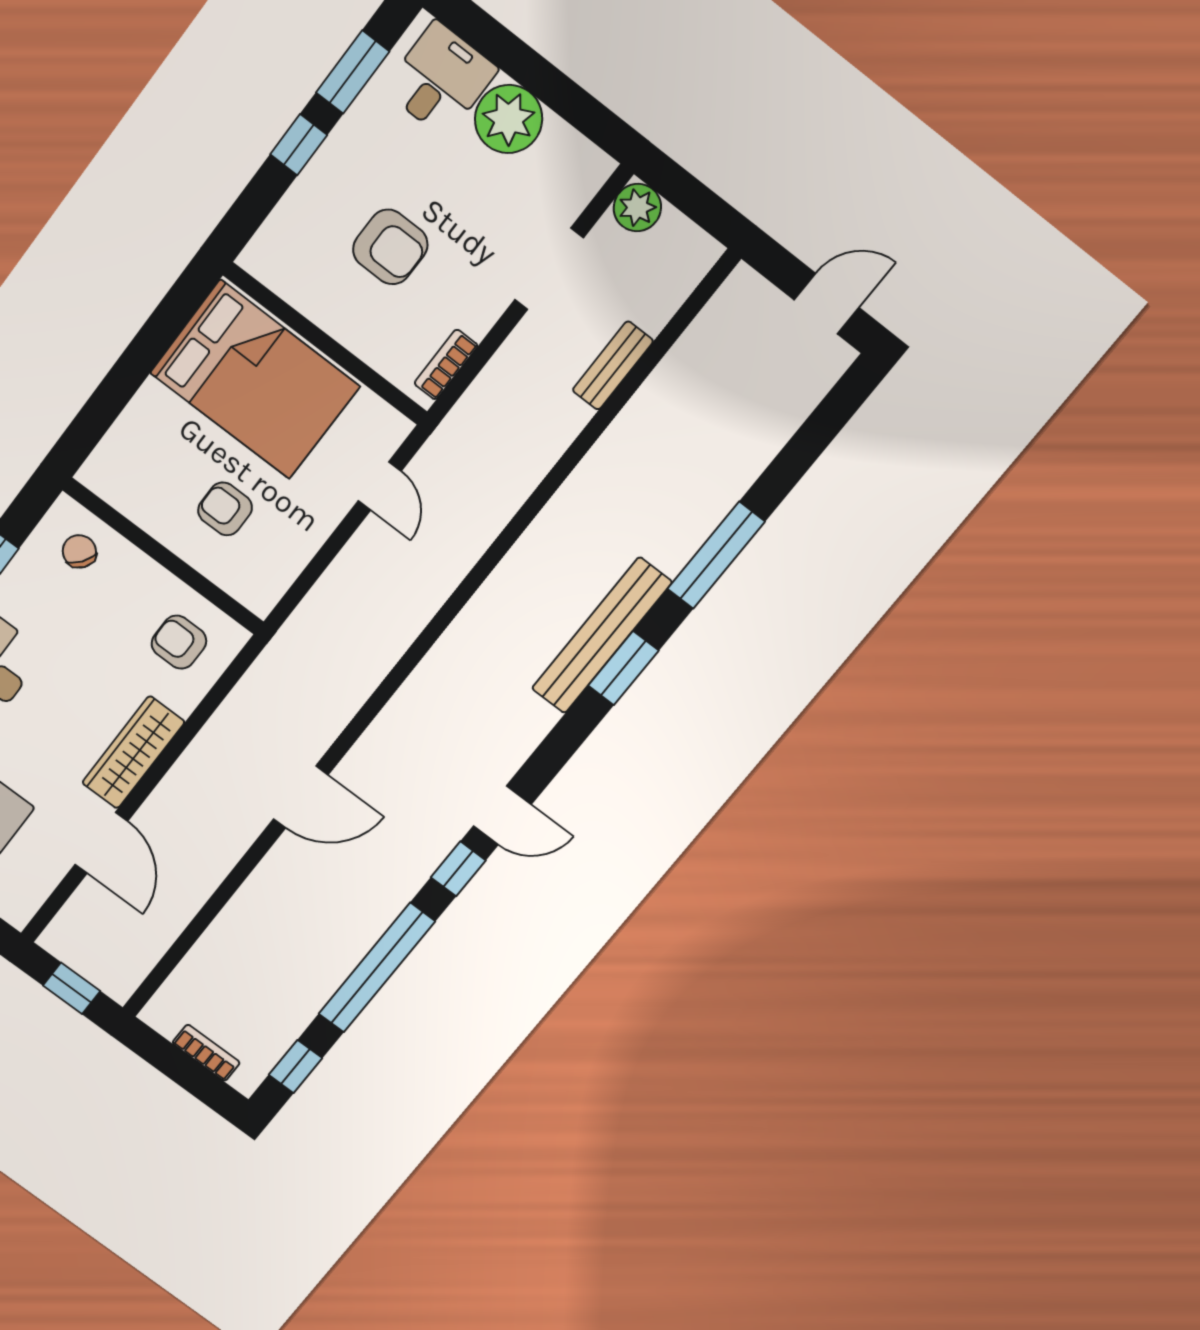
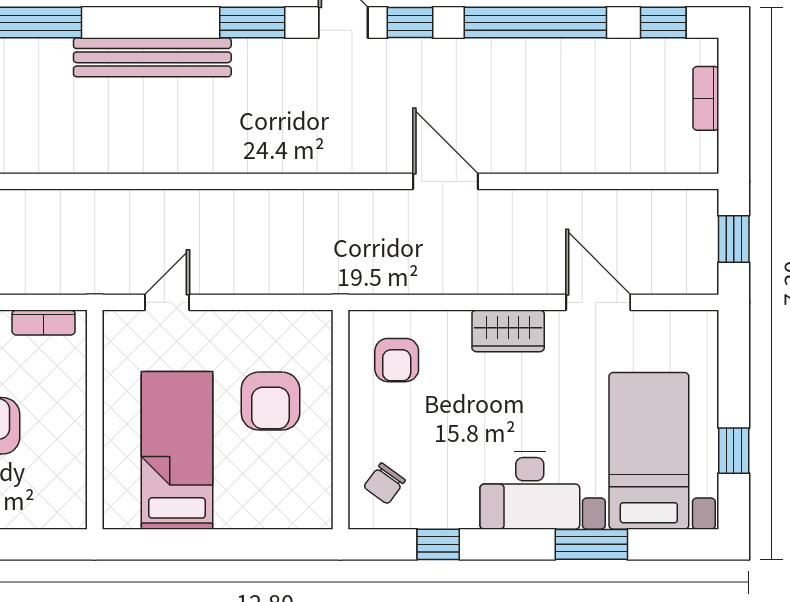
bed: (255, 380) -> (177, 450), width x0.67
armchair: (225, 509) -> (270, 401), width x1.38, depth x1.38
window: (623, 668) -> (252, 23), moved
wardrobe: (133, 752) -> (508, 331), width x0.67
door: (101, 843) -> (598, 302), hinge flipped

